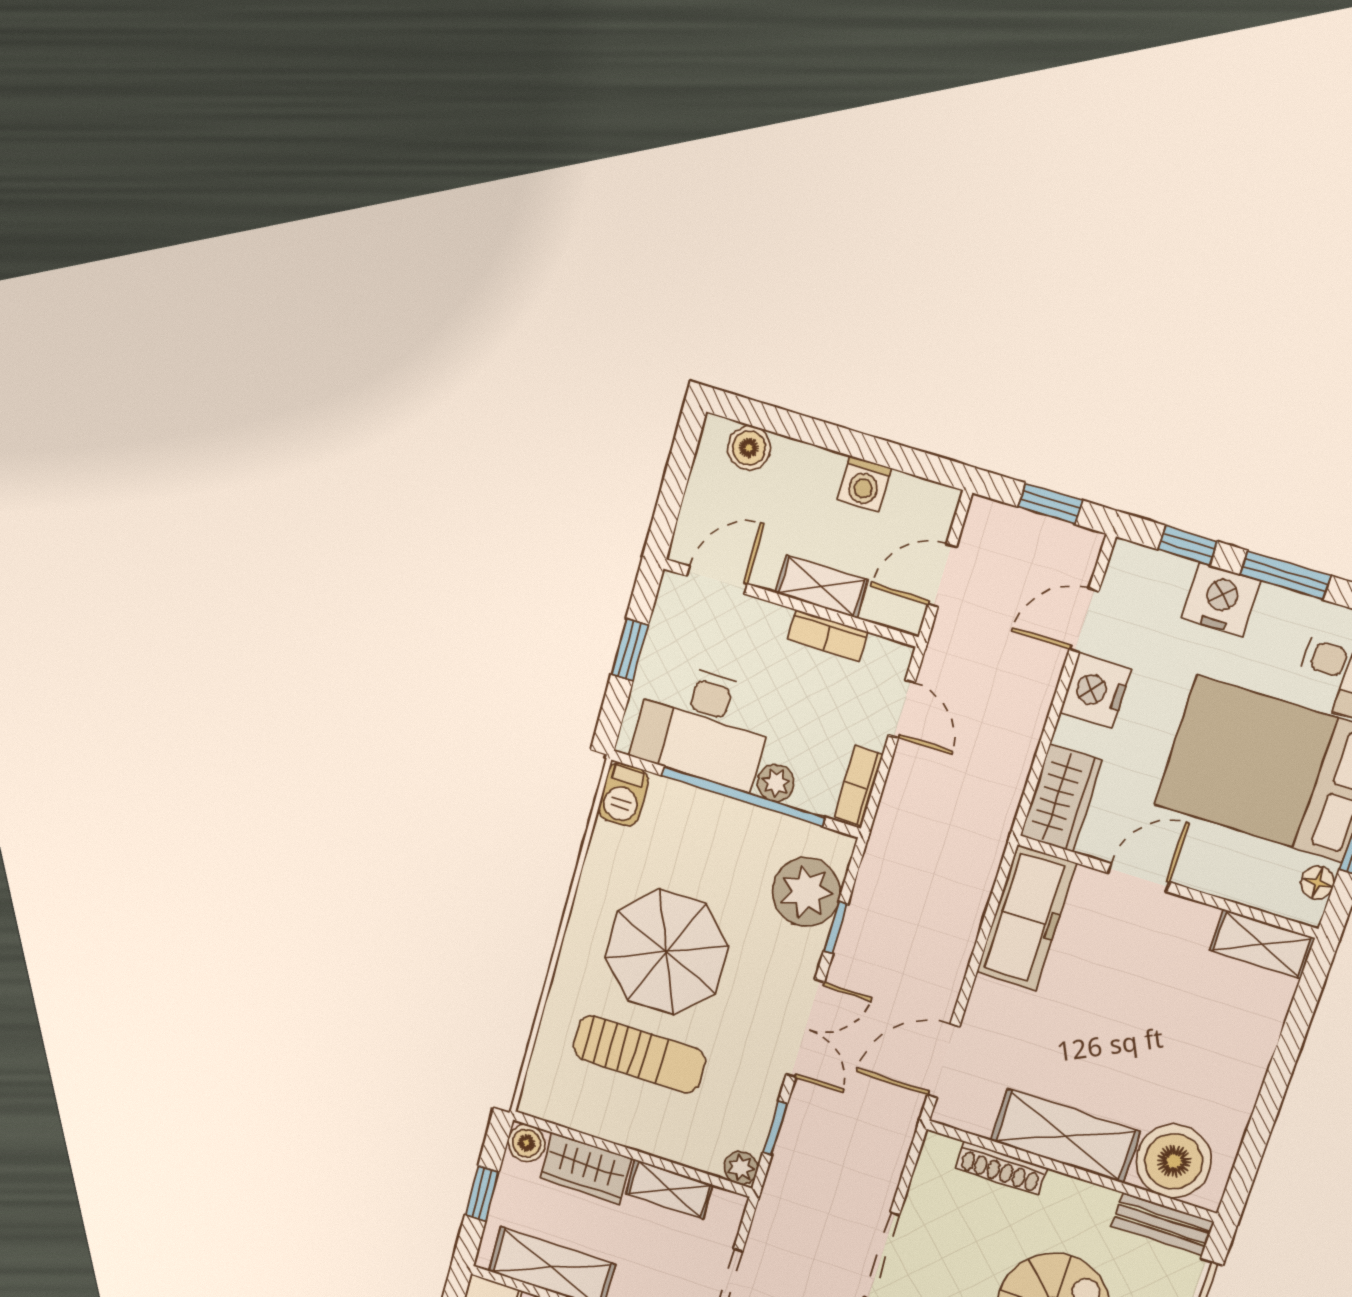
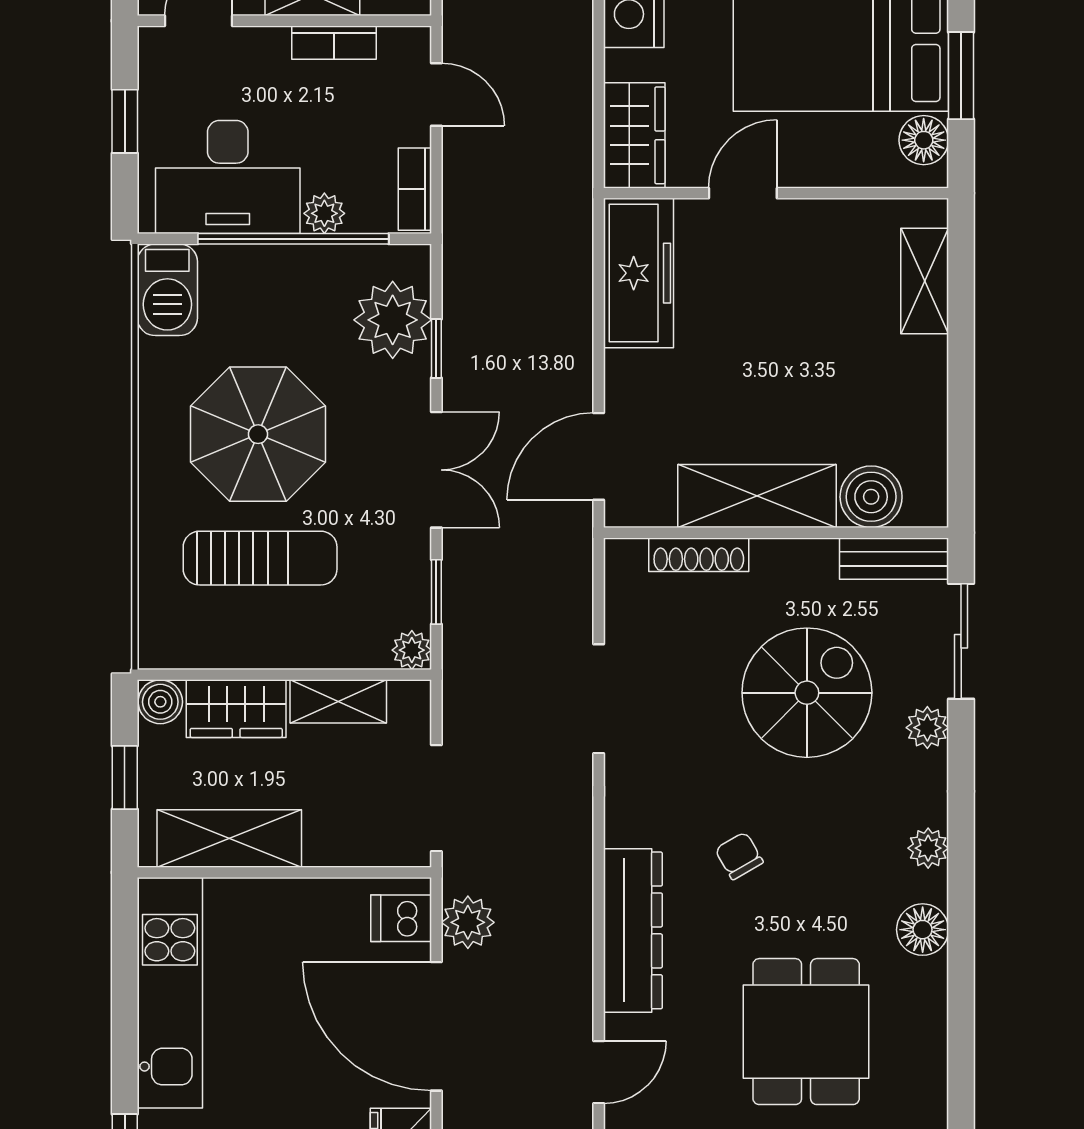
barbecue: (623, 794) -> (167, 290), width x1.38, depth x1.27
floor lamp: (1318, 883) -> (924, 140), width x1.37, depth x1.37
shelving: (1262, 944) -> (925, 281), moved, turned 90
boiler: (1174, 1161) -> (871, 497), width x0.73, depth x0.73

